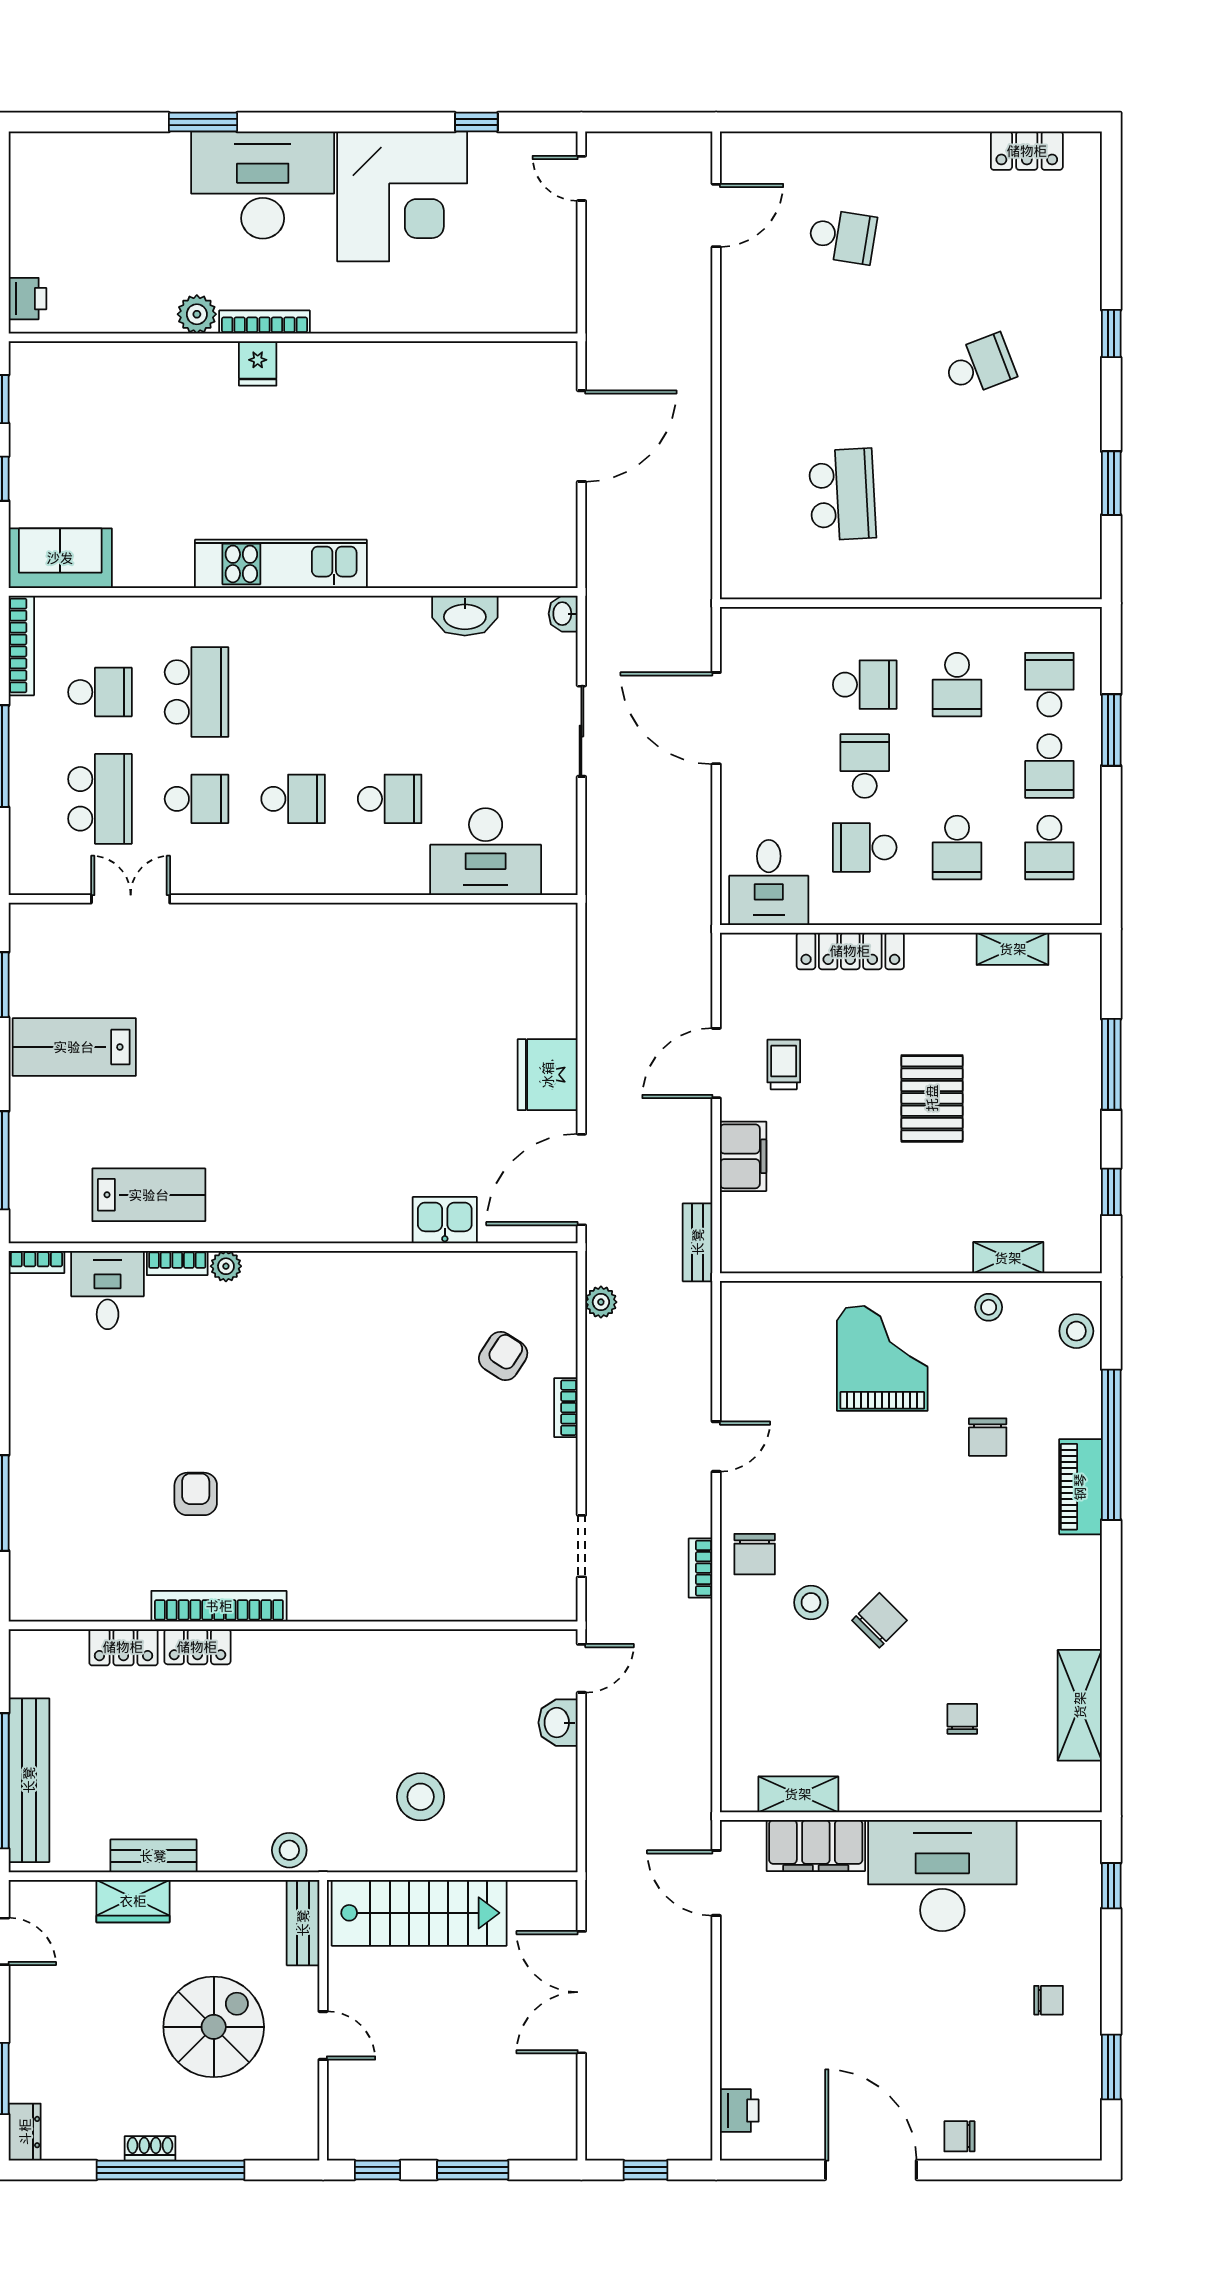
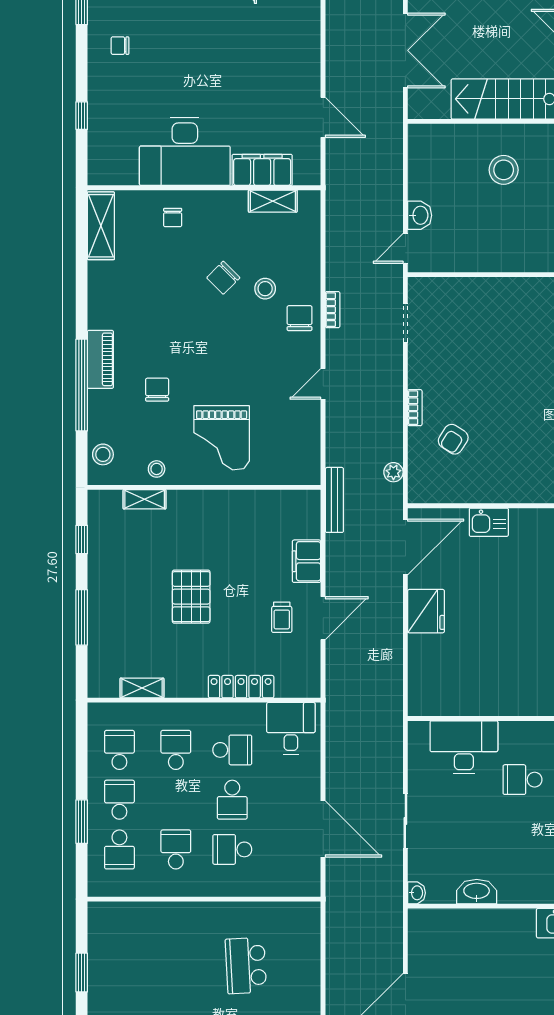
bench: (698, 1242) -> (334, 500), width x1.36
shelving: (798, 1794) -> (273, 201), moved
wall: (911, 1816) -> (204, 188), moved
filing cabinet: (816, 1845) -> (262, 170), moved
desk: (942, 1876) -> (185, 151), moved

